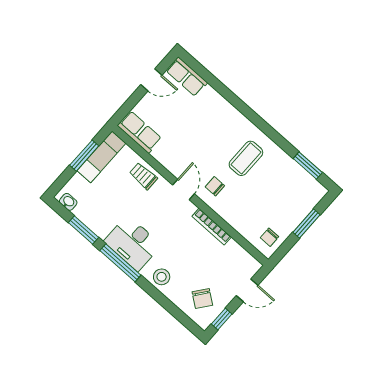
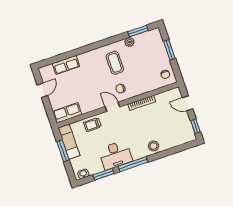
row of seats: (187, 77) -> (66, 65), moved
plant: (286, 162) -> (129, 42), added
desk: (133, 243) -> (115, 155), moved
door: (247, 290) -> (188, 103), swing flipped
chair: (202, 299) -> (178, 130), removed

